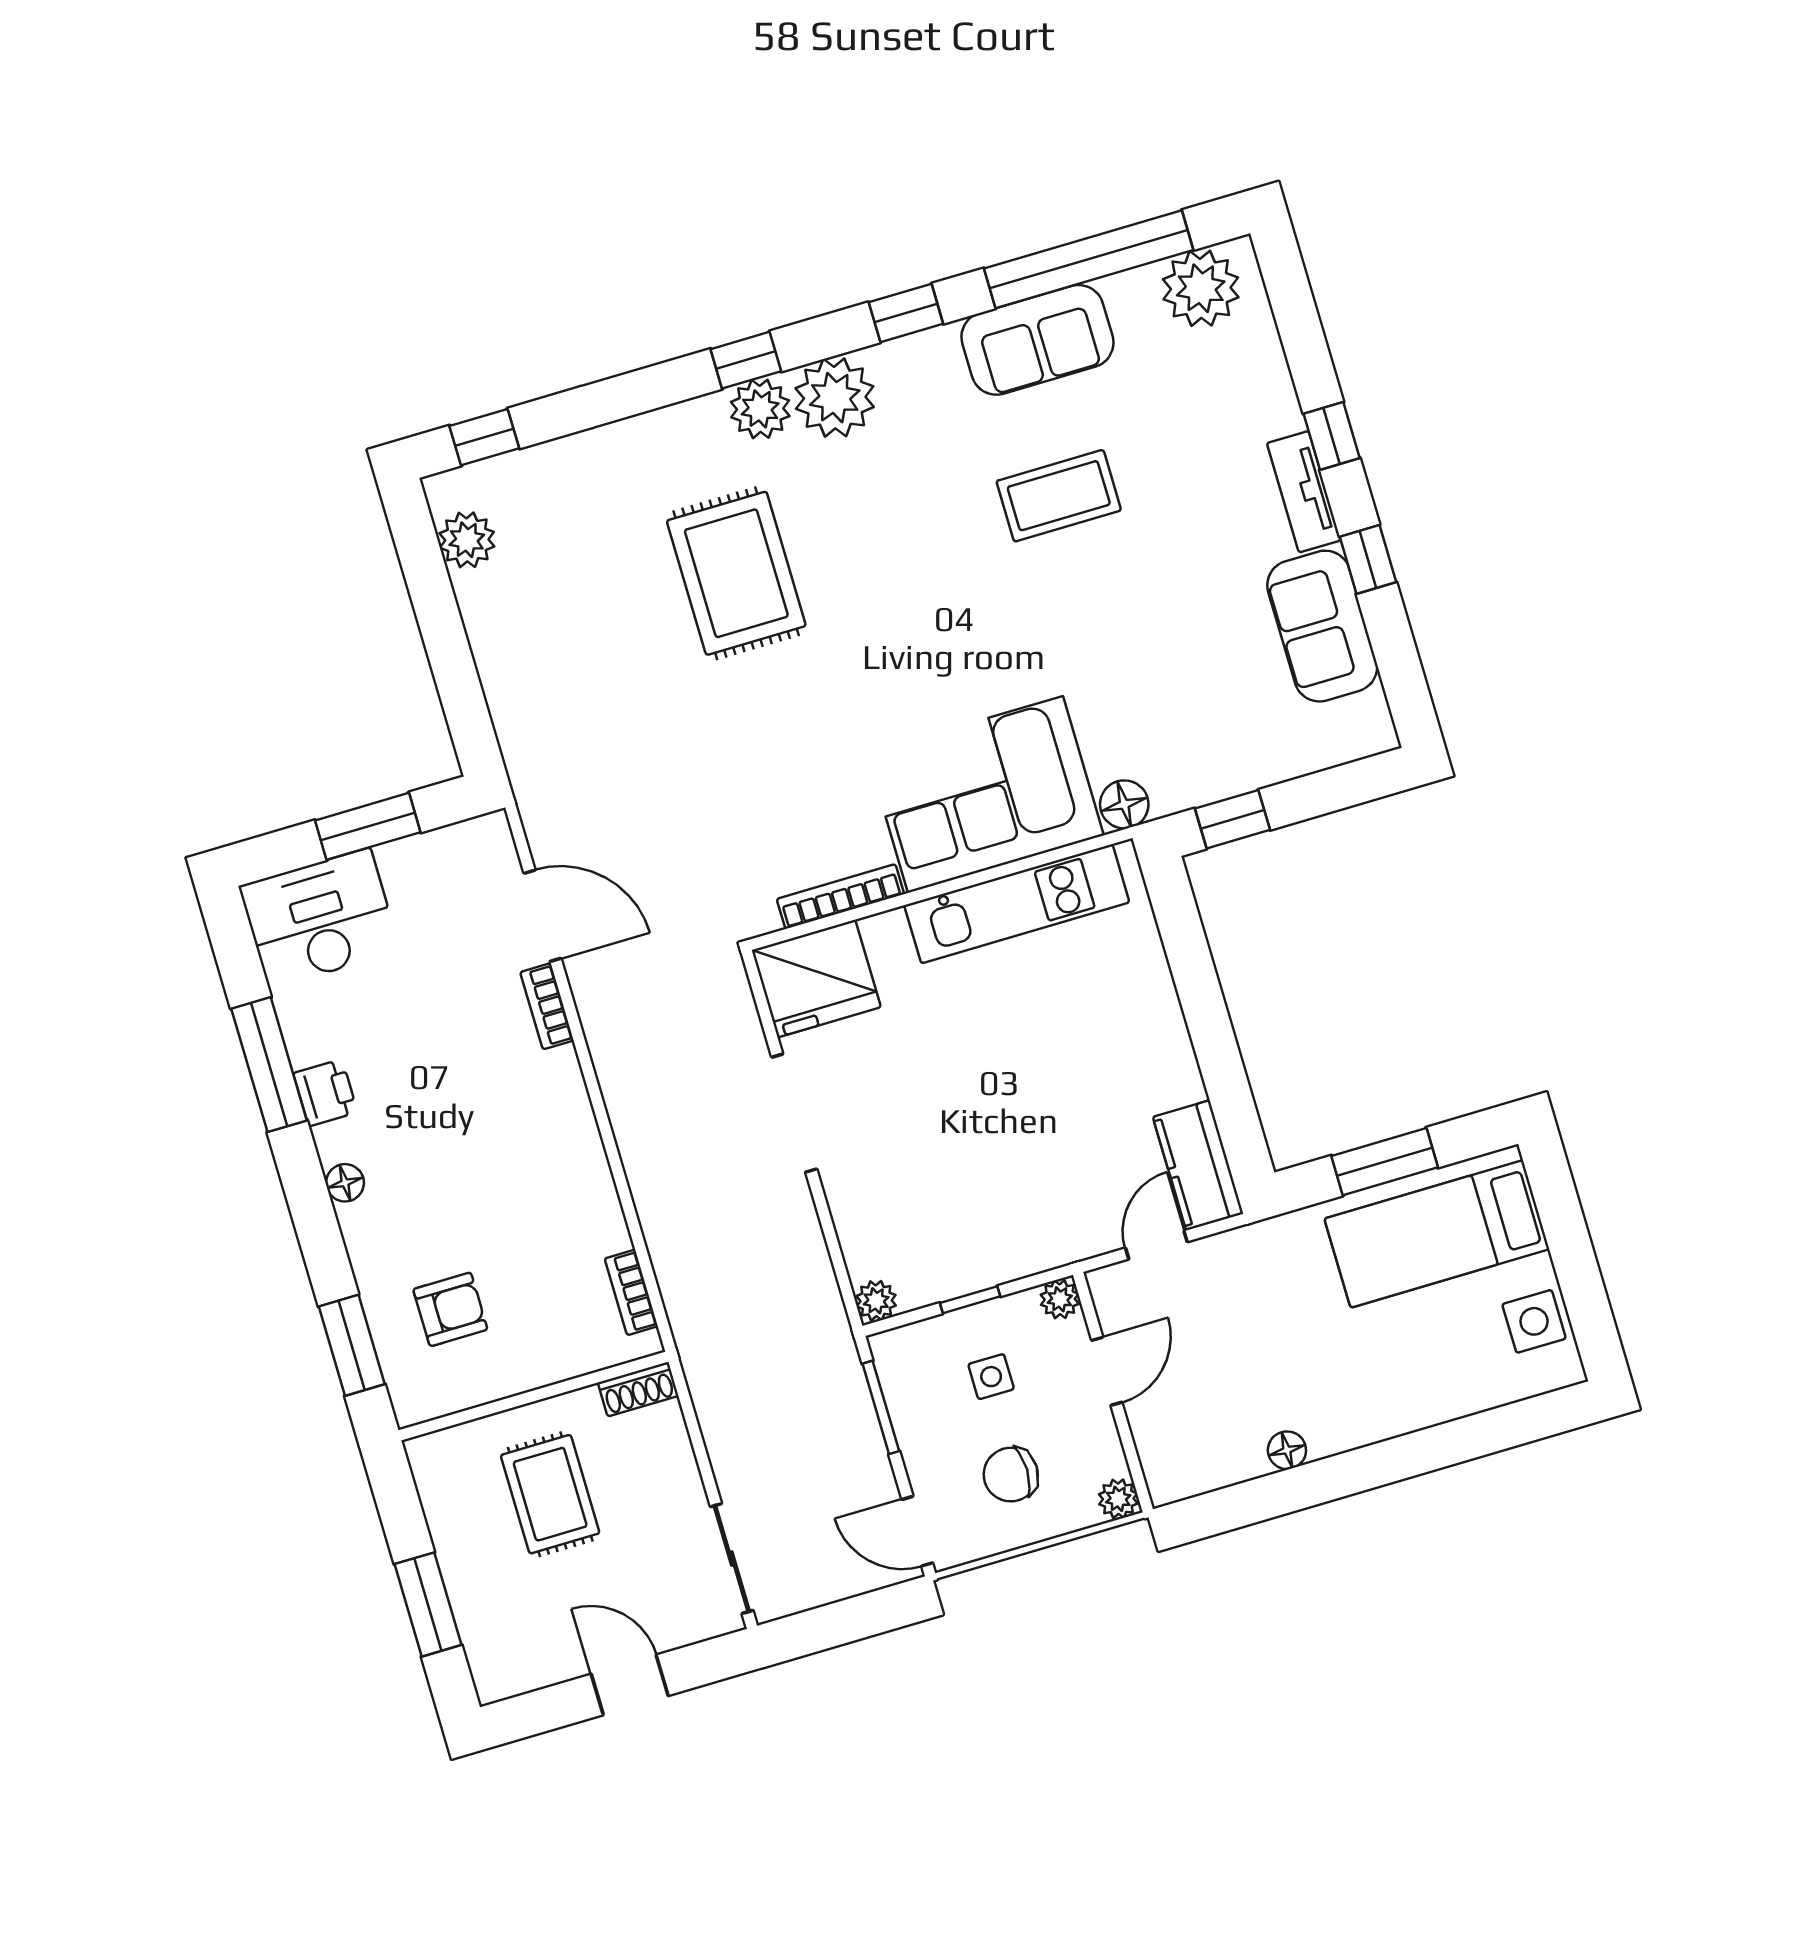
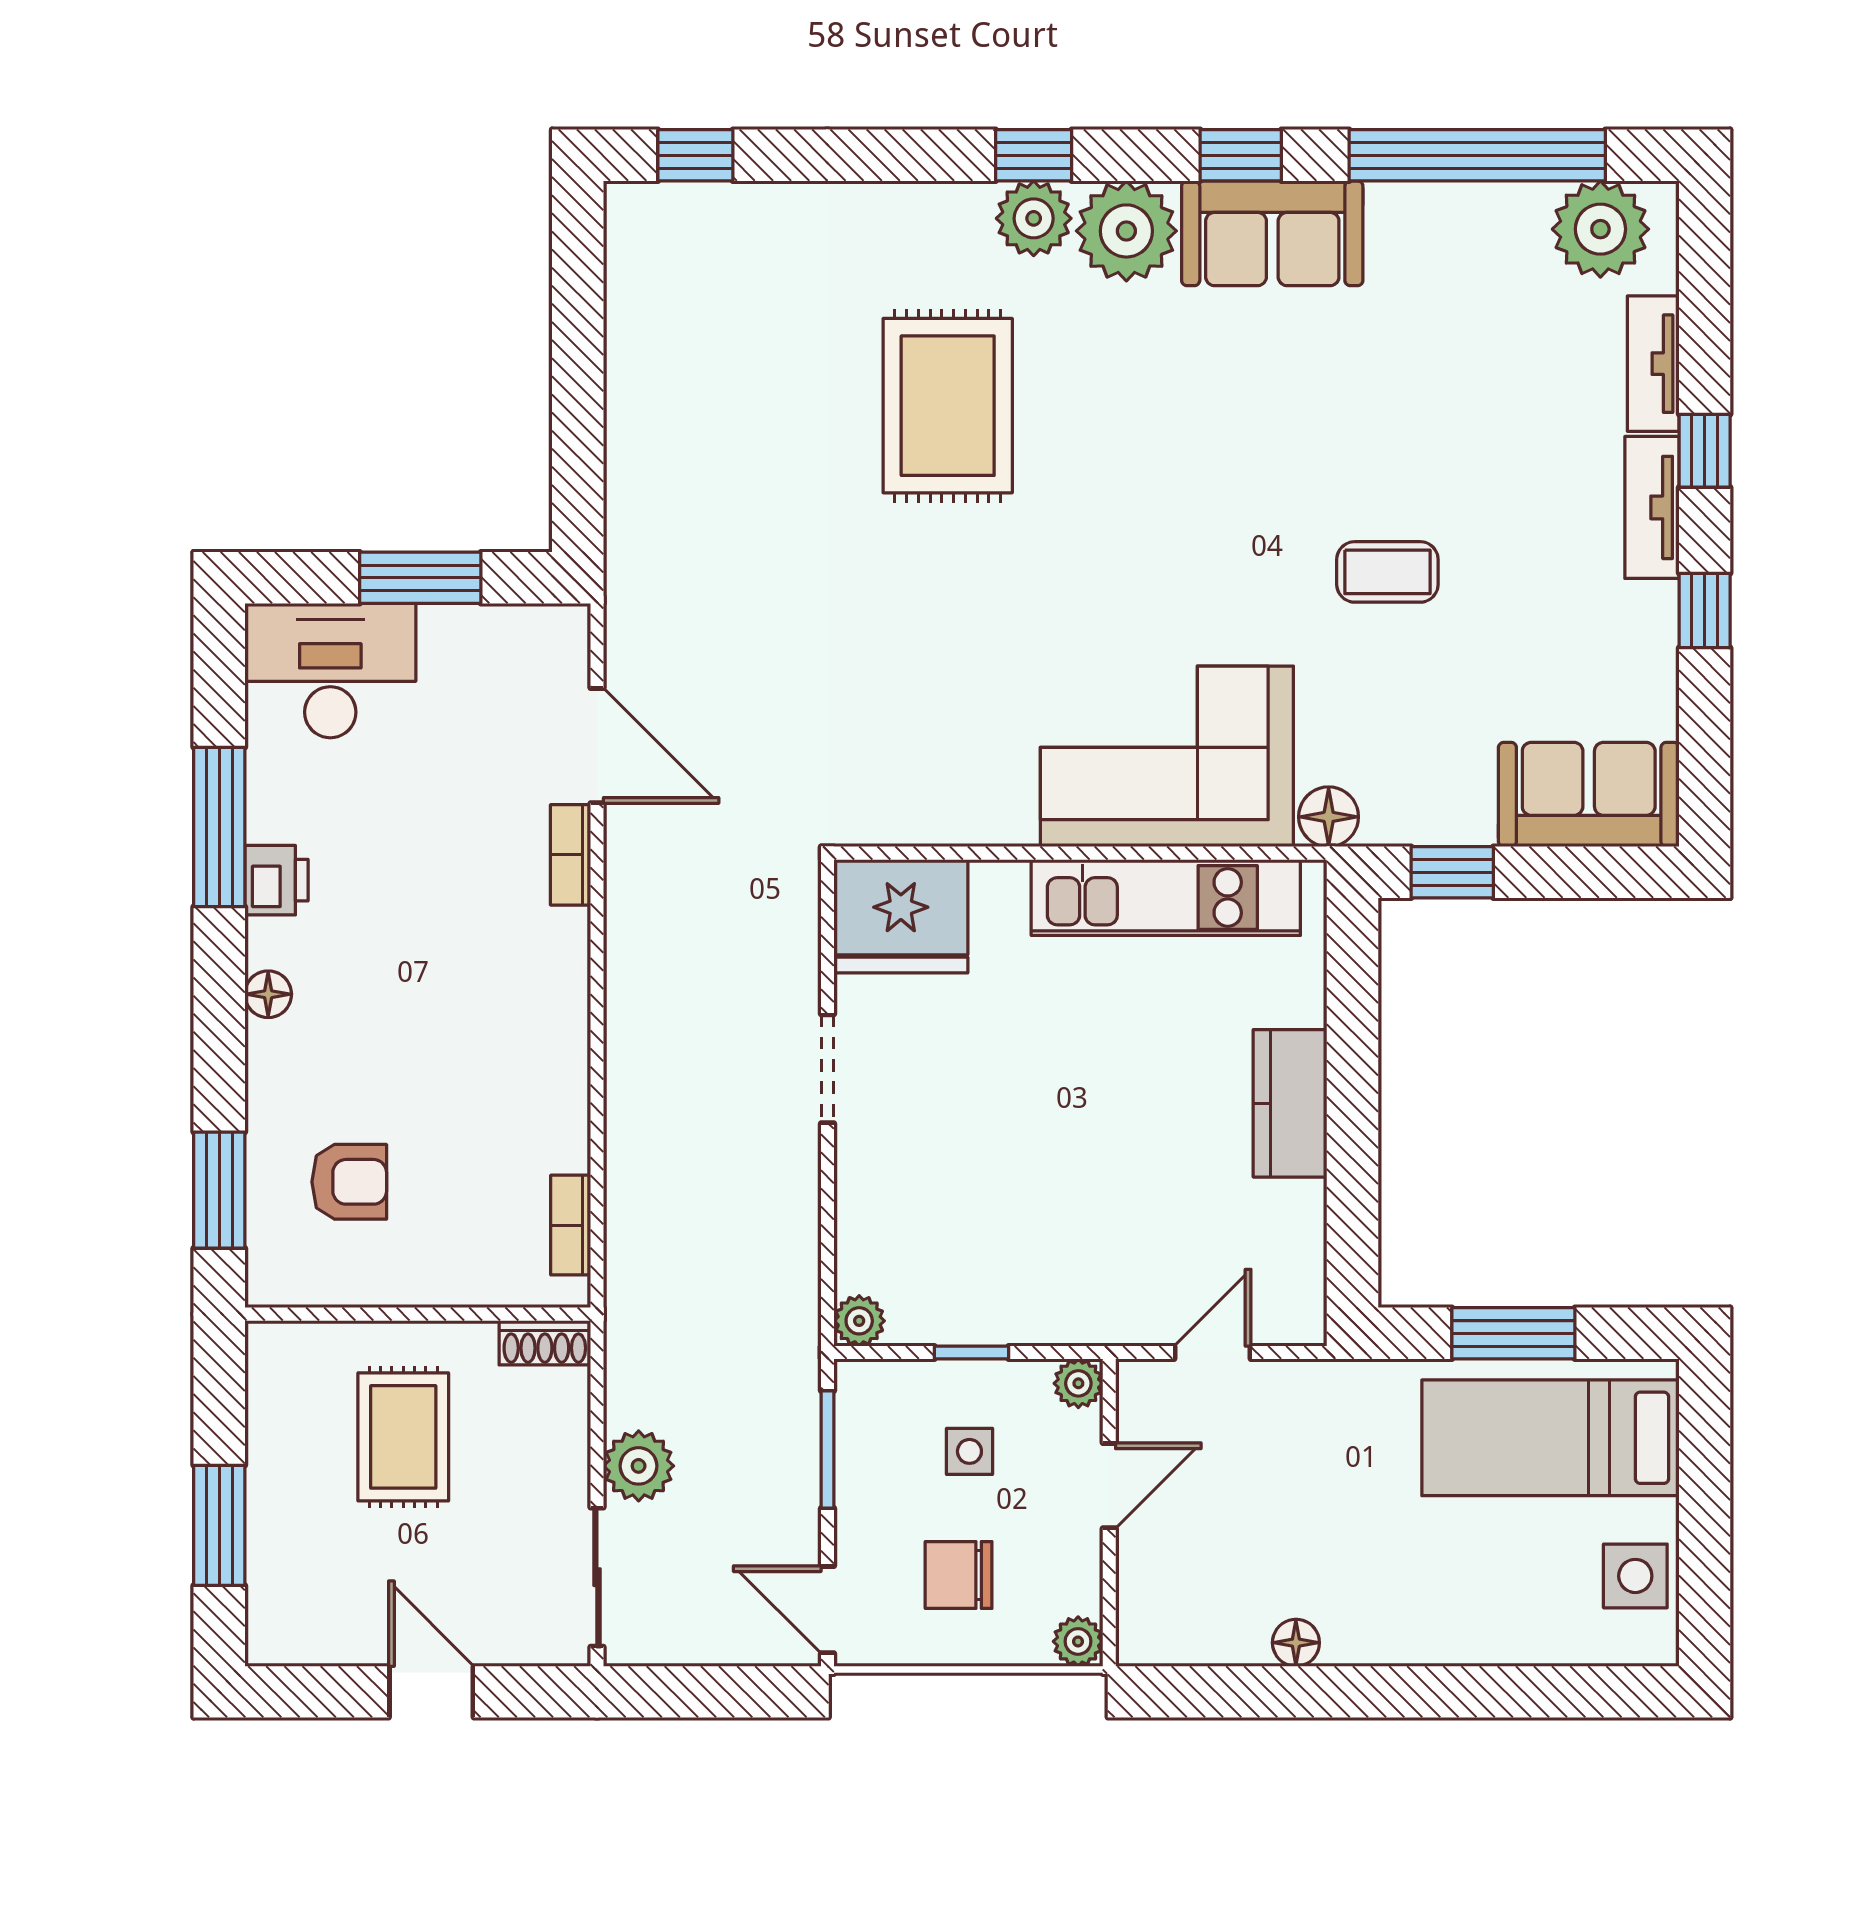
sofa: (1037, 340) -> (1272, 233), moved
tv unit: (1272, 380) -> (1653, 364), added
coffee table: (1059, 496) -> (1387, 572), moved, width x0.73, depth x0.77
plant: (467, 540) -> (639, 1466), moved
sofa: (1322, 626) -> (1589, 795), moved, turned 90
bookcase: (840, 897) -> (958, 827), removed
doorway: (794, 1113) -> (827, 1069), width x0.73
kitchen counter: (1198, 1165) -> (1290, 1103), moved

